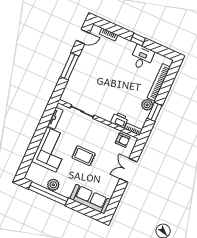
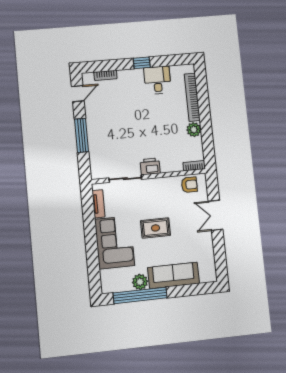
window: (155, 112) -> (207, 133), removed
printer: (119, 120) -> (150, 166), moved
sofa: (90, 199) -> (173, 275), moved

